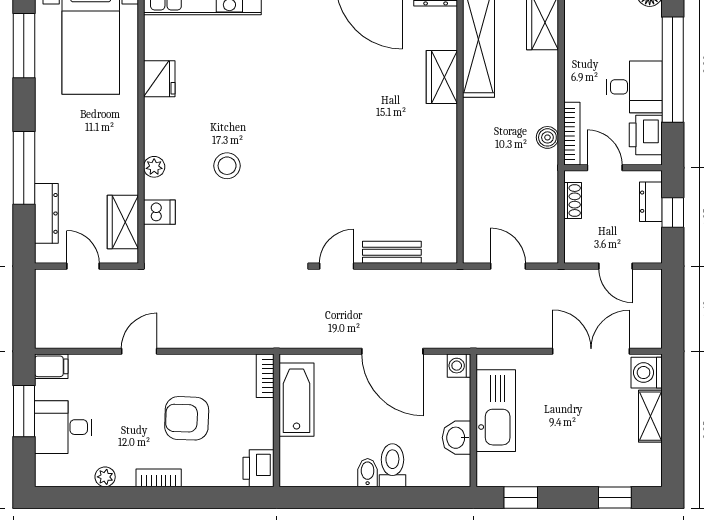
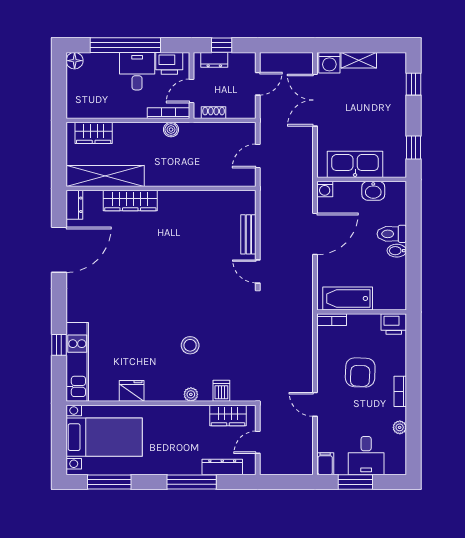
wardrobe: (442, 77) -> (130, 201), width x1.50

